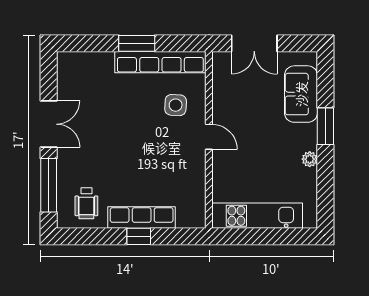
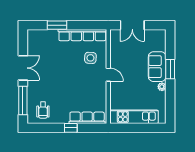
window: (137, 43) -> (57, 25), moved
sofa: (301, 94) -> (157, 67), moved
row of seats: (142, 218) -> (87, 118), moved

